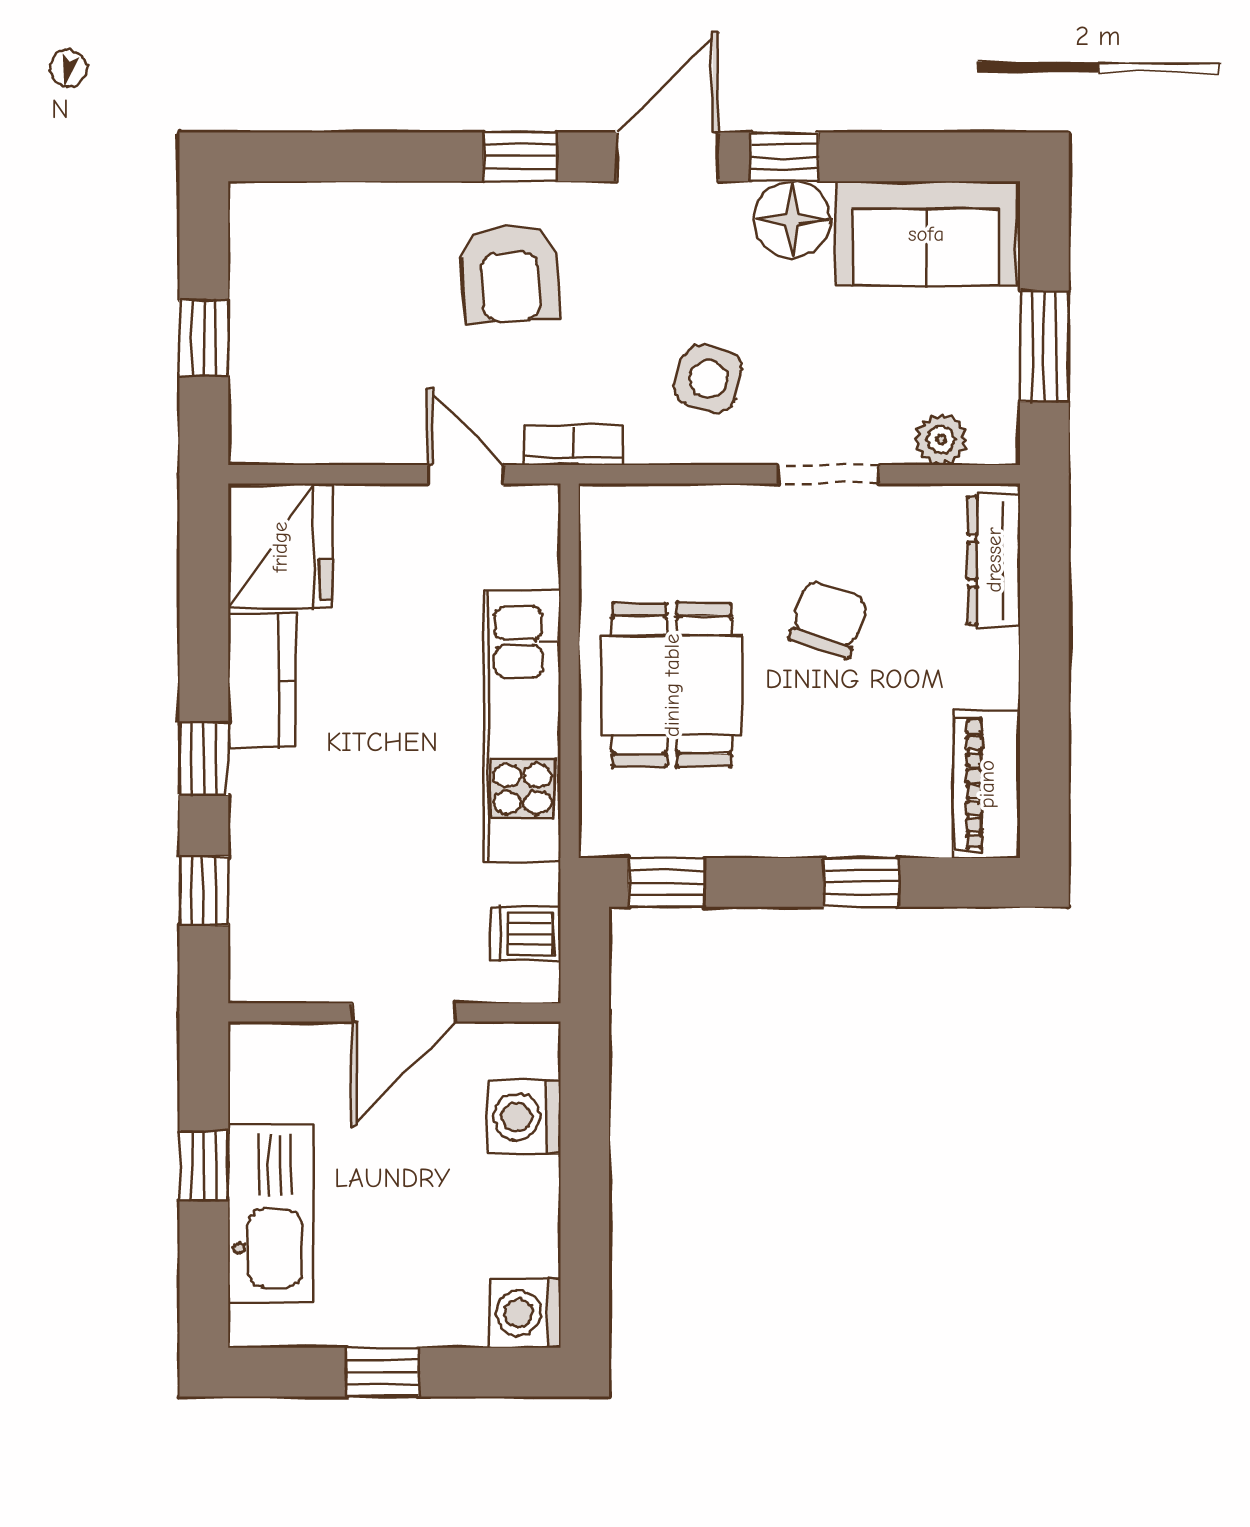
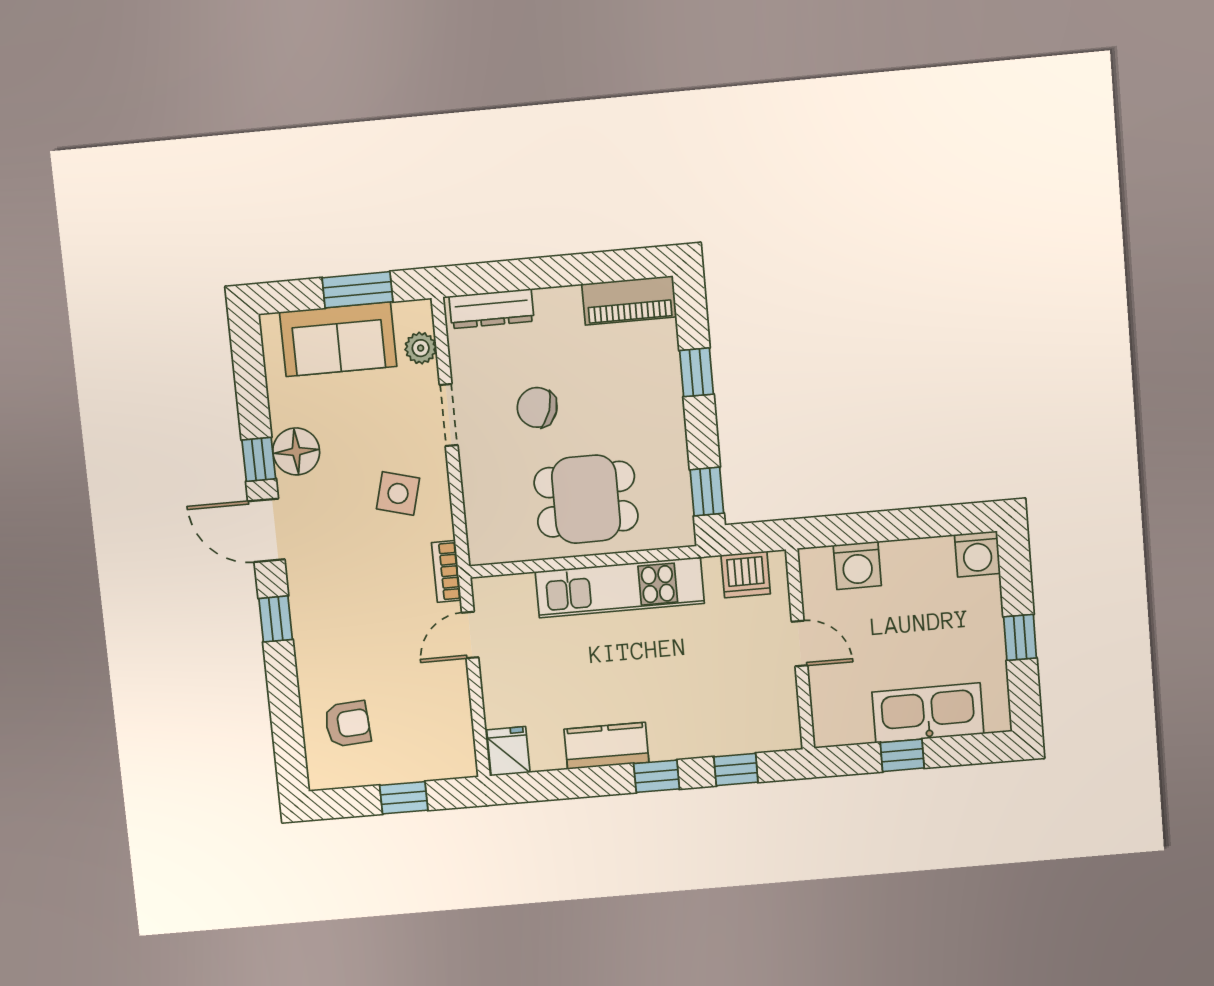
sofa: (926, 234) -> (338, 339), moved, turned 90
armchair: (510, 273) -> (348, 724), moved, width x0.72, depth x0.72
fridge: (280, 547) -> (508, 751), width x0.53, depth x0.75
dishwasher: (525, 934) -> (746, 574), width x1.38
door: (404, 1012) -> (800, 644), width x0.73

